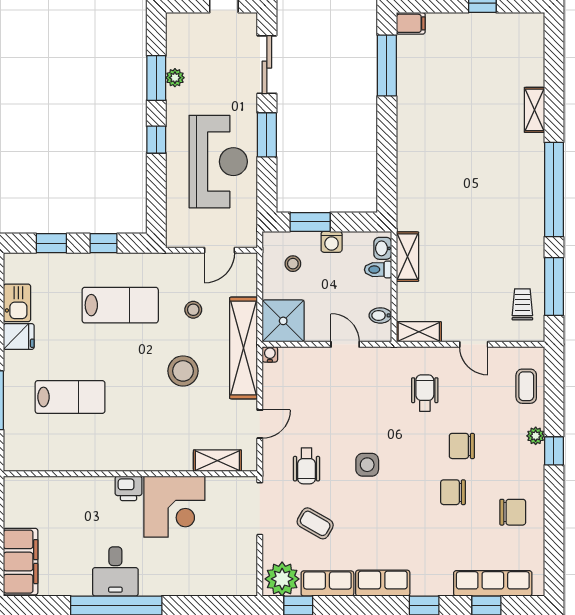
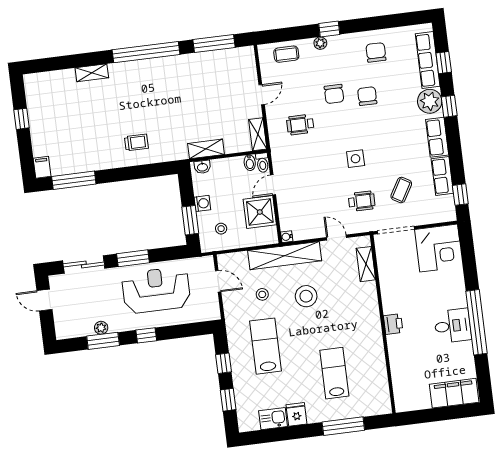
toilet: (378, 270) -> (262, 163), moved
trolley: (522, 304) -> (136, 142), moved, turned 180
shower: (283, 321) -> (260, 212), moved
chair: (453, 492) -> (367, 96), turned 180
corner desk: (174, 507) -> (439, 248), moved, turned 90
plant: (282, 579) -> (430, 101), moved

